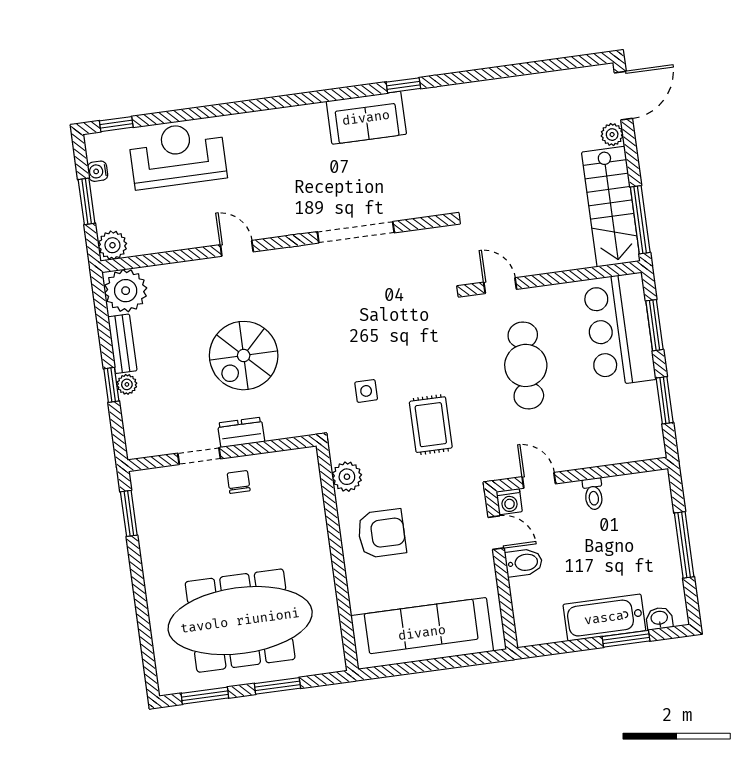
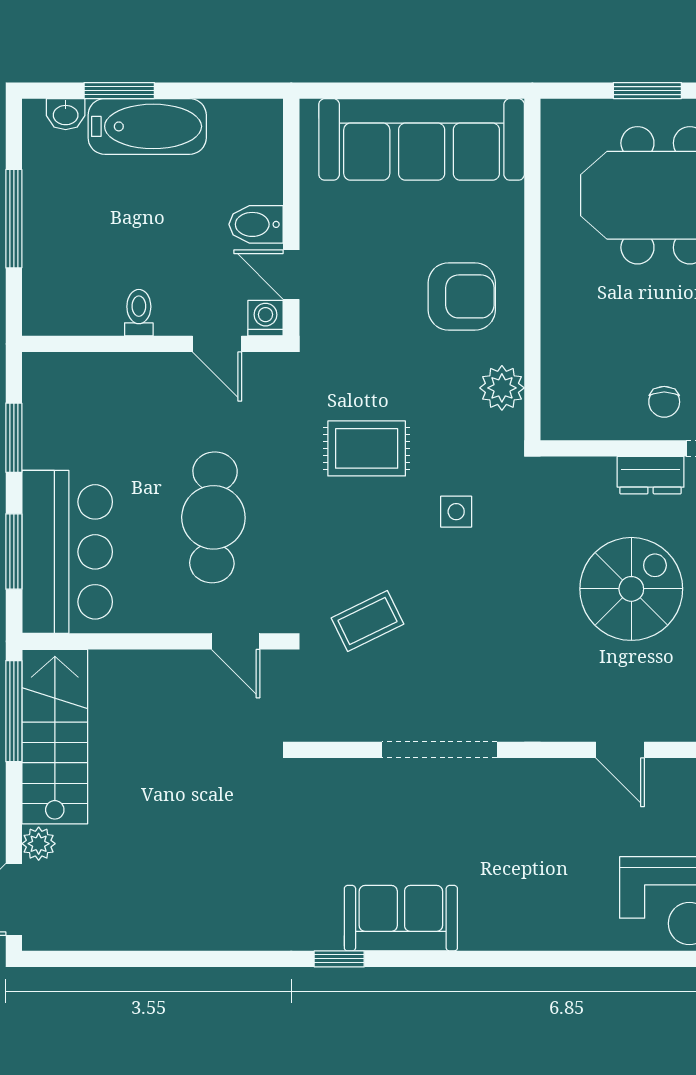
coffee table: (415, 311) -> (367, 621), added
rug: (431, 425) -> (367, 448), turned 90
armchair: (382, 533) -> (462, 296), turned 180

